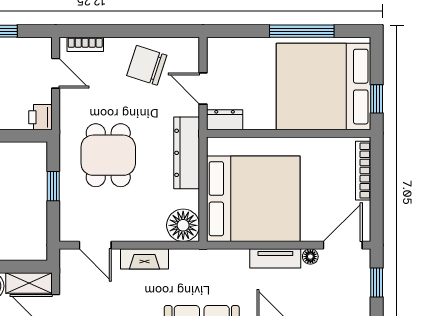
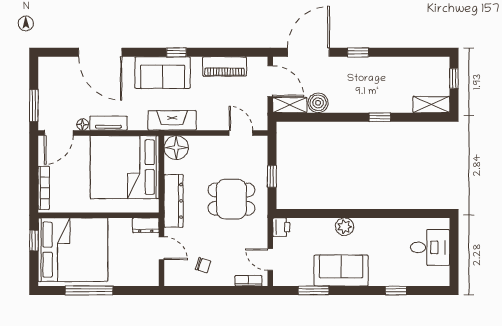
chair: (147, 65) -> (203, 265), width x0.54, depth x0.54
dining table: (108, 155) -> (231, 199), turned 90
fireplace: (144, 259) -> (172, 120), moved, width x1.37, depth x1.32
window: (377, 282) -> (34, 105), width x1.50

